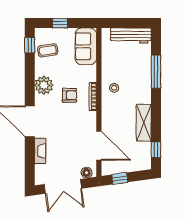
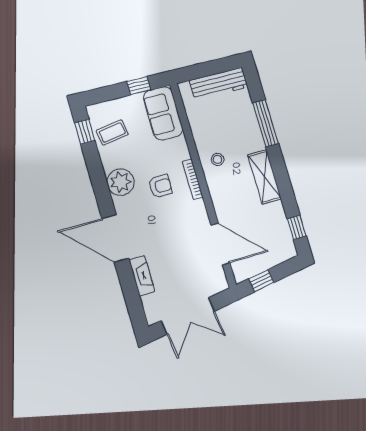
window: (60, 23) -> (139, 86), moved
shelving: (144, 123) -> (265, 177), moved
floor lamp: (87, 173) -> (215, 286), removed

